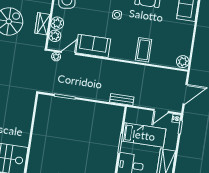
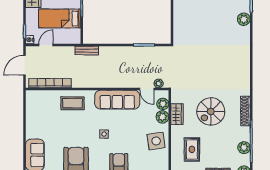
sofa: (93, 46) -> (117, 100), width x1.36
coffee table: (144, 50) -> (73, 103), turned 90
door: (68, 53) -> (147, 89), hinge flipped
plant: (183, 62) -> (32, 97), removed
bookcase: (163, 73) -> (50, 83), added

